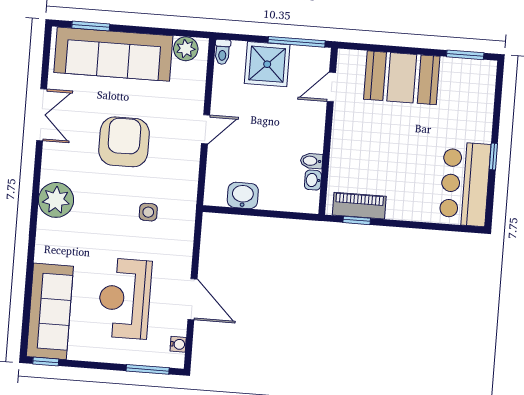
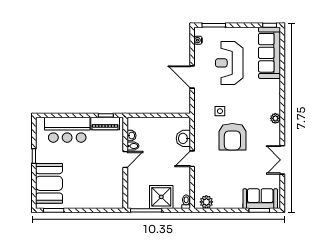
sofa: (113, 54) -> (260, 199), width x0.54, depth x0.79
booth: (402, 78) -> (49, 183), moved, turned 90
door: (331, 87) -> (125, 159), moved
armchair: (124, 142) -> (232, 137), moved
bar counter: (465, 184) -> (67, 130), moved, turned 90
washbasin: (243, 196) -> (183, 138), moved, turned 90
plant: (56, 200) -> (275, 118), width x0.53, depth x0.53
reception desk: (125, 299) -> (229, 63), turned 180
door: (192, 299) -> (192, 77), moved

